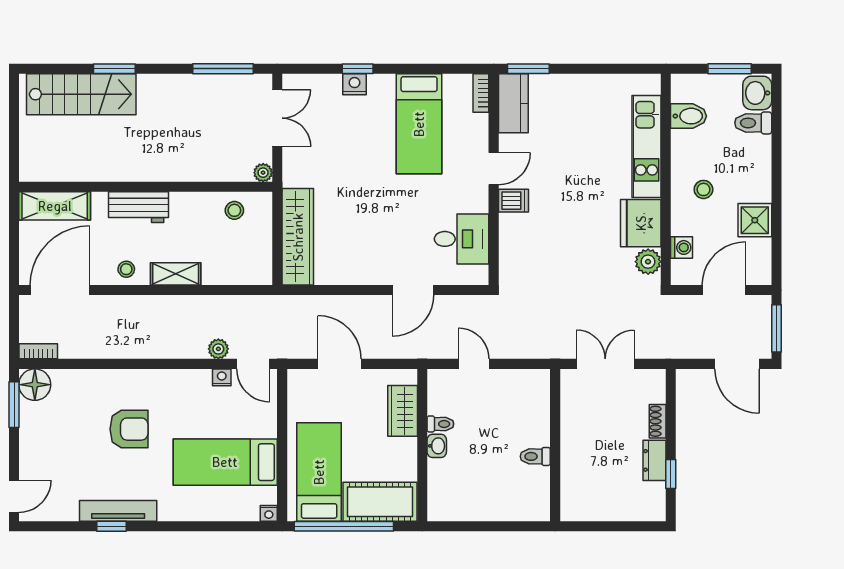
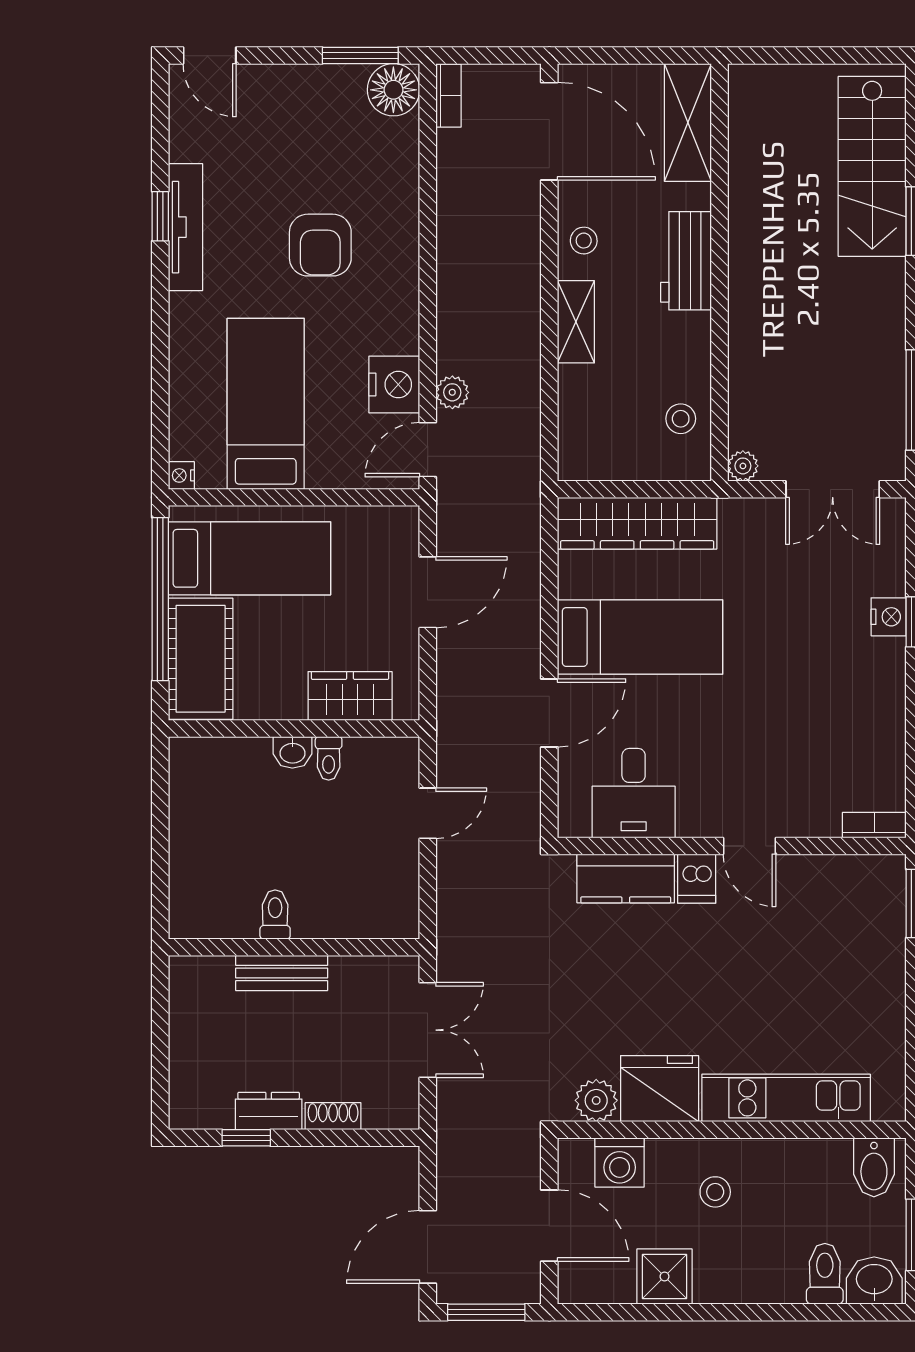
kitchen counter: (513, 103) -> (626, 878), moved
bidet: (689, 116) -> (874, 1167), moved
bed: (419, 124) -> (640, 637), moved, turned 180
washing machine: (682, 247) -> (620, 1162), width x1.38, depth x1.38
door: (413, 290) -> (549, 713), swing flipped
nightstand: (222, 377) -> (394, 385), width x1.89, depth x1.79
bench: (571, 452) -> (282, 973), added

